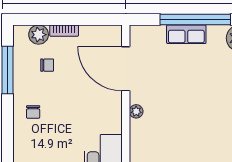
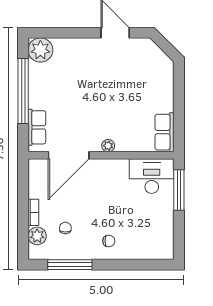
row of seats: (186, 34) -> (37, 127), moved

